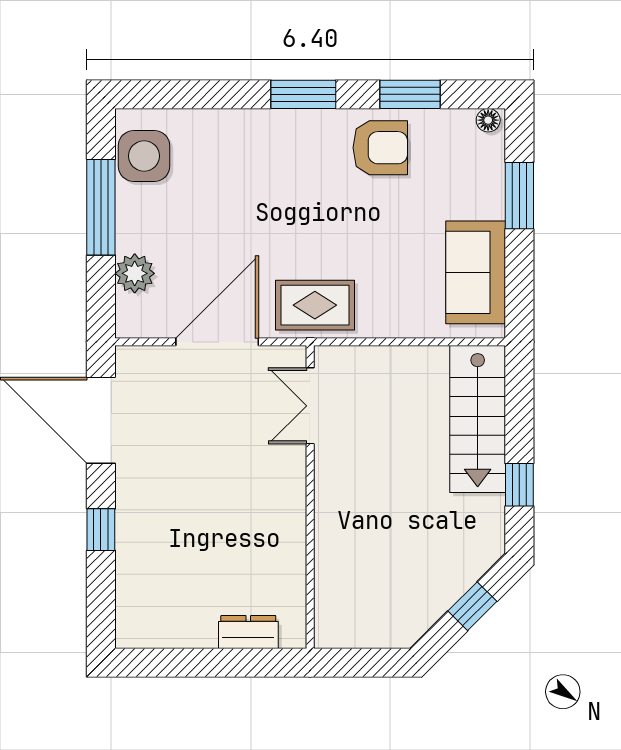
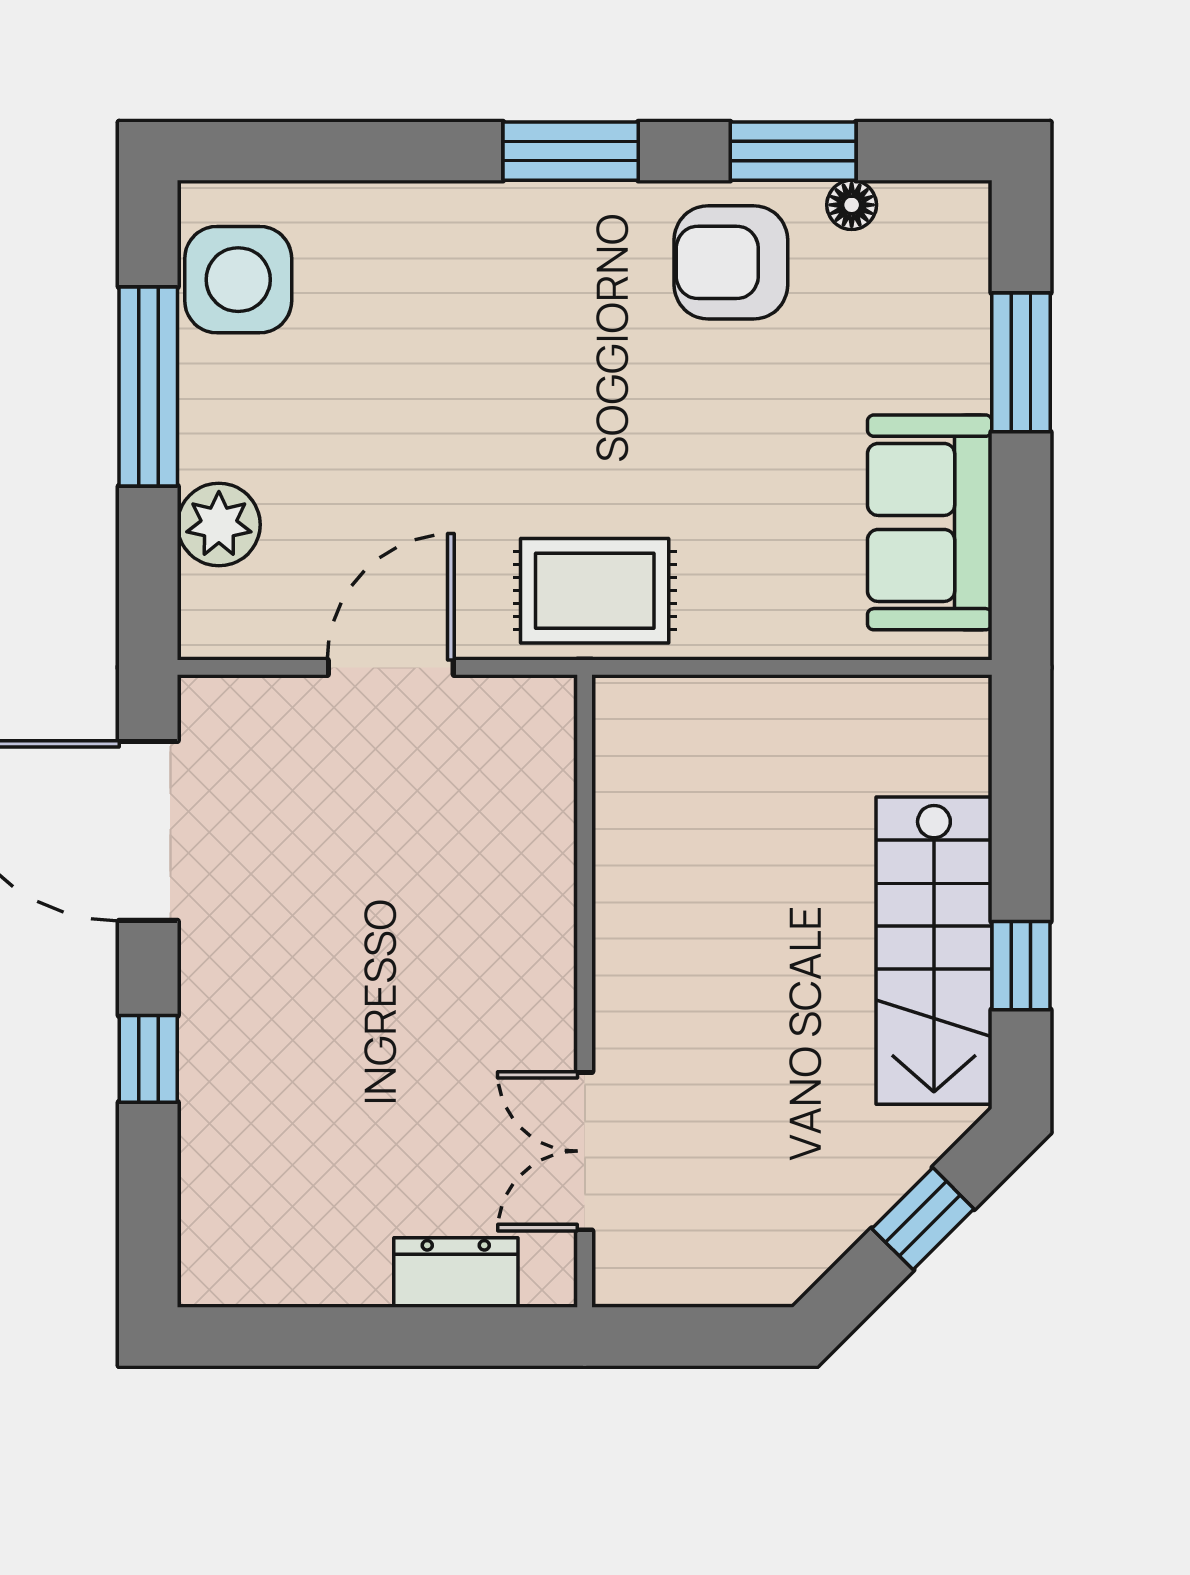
floor lamp: (488, 120) -> (852, 205), moved
armchair: (380, 148) -> (731, 262), turned 180
door: (217, 342) -> (391, 667), width x0.73
double door: (310, 406) -> (585, 1151), moved
stairs: (478, 419) -> (934, 951), moved

